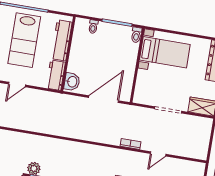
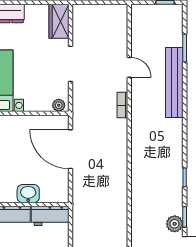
washbasin: (72, 82) -> (28, 194), moved
plant: (138, 96) -> (59, 105), added

